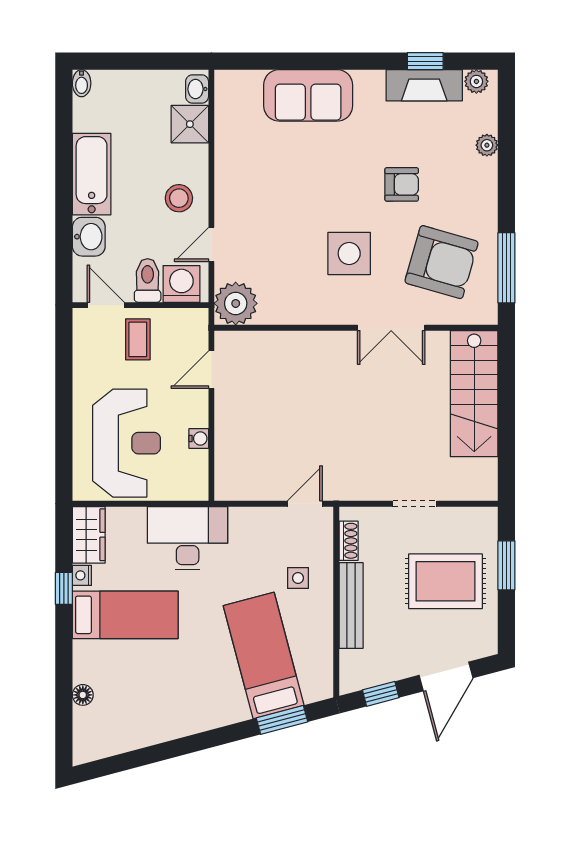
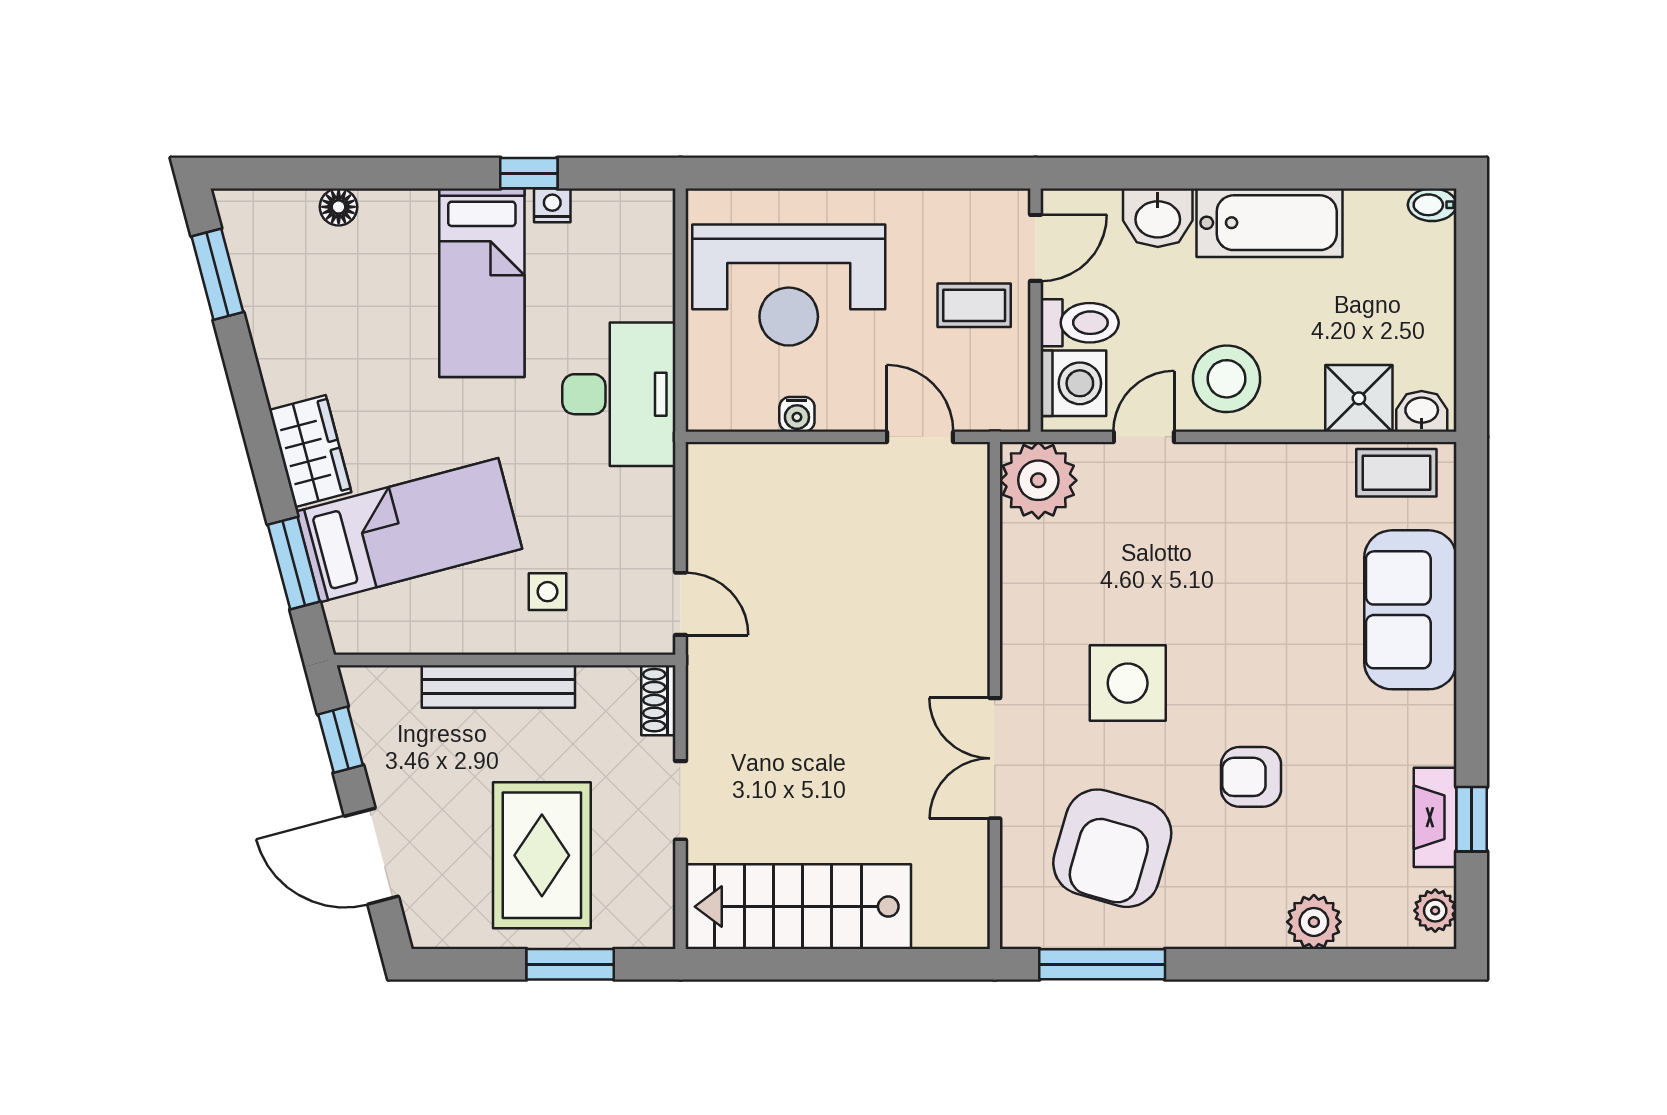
fireplace: (424, 85) -> (1435, 817), width x0.73, depth x0.76
coffee table: (231, 103) -> (1396, 473), added
plant: (487, 145) -> (1314, 922), width x1.38, depth x1.38
armchair: (402, 184) -> (1251, 777), turned 90
stool: (179, 198) -> (1227, 379), width x1.38, depth x1.38
door: (211, 244) -> (1144, 437), hinge flipped
stairs: (474, 394) -> (798, 907), moved
wardrobe: (89, 535) -> (310, 451), moved, turned -105
shoe rack: (349, 541) -> (658, 700), moved, turned 90
window: (120, 763) -> (217, 274), added

